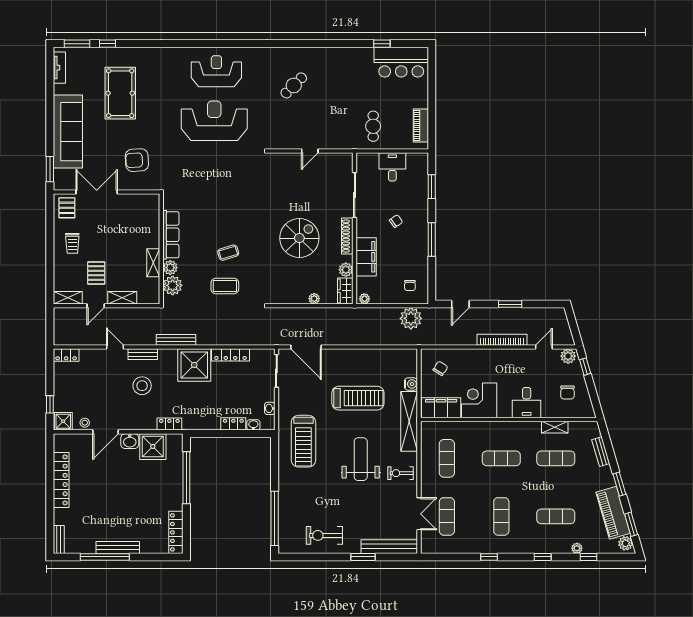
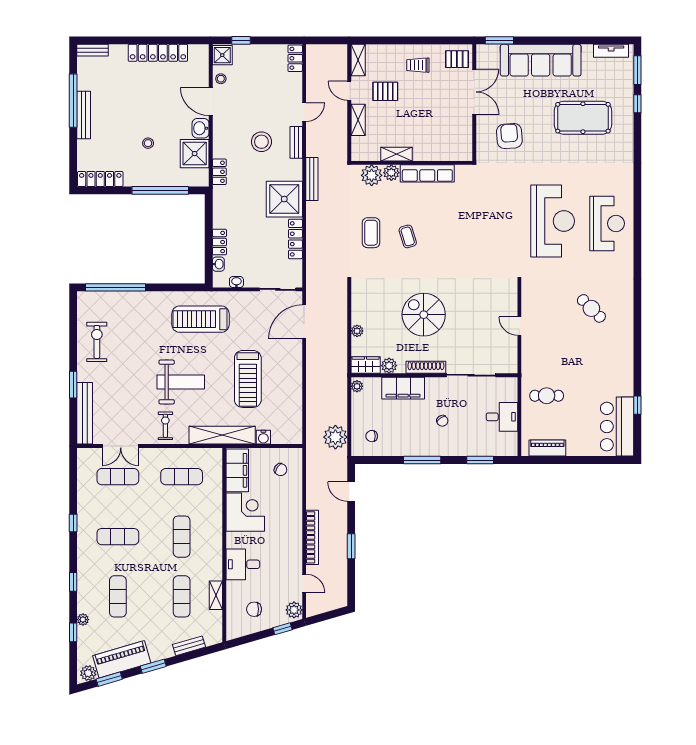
spiral stairs: (299, 238) -> (424, 315), turned 180
stool: (143, 489) -> (148, 143), added

